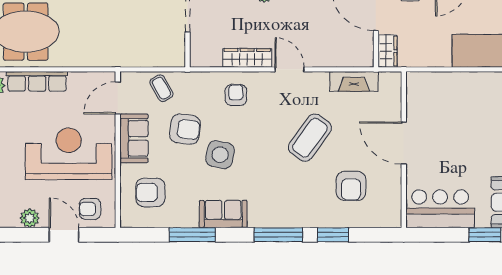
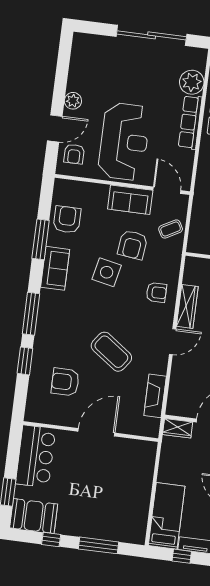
armchair: (150, 192) -> (67, 220), moved
armchair: (90, 209) -> (74, 154), turned 180

